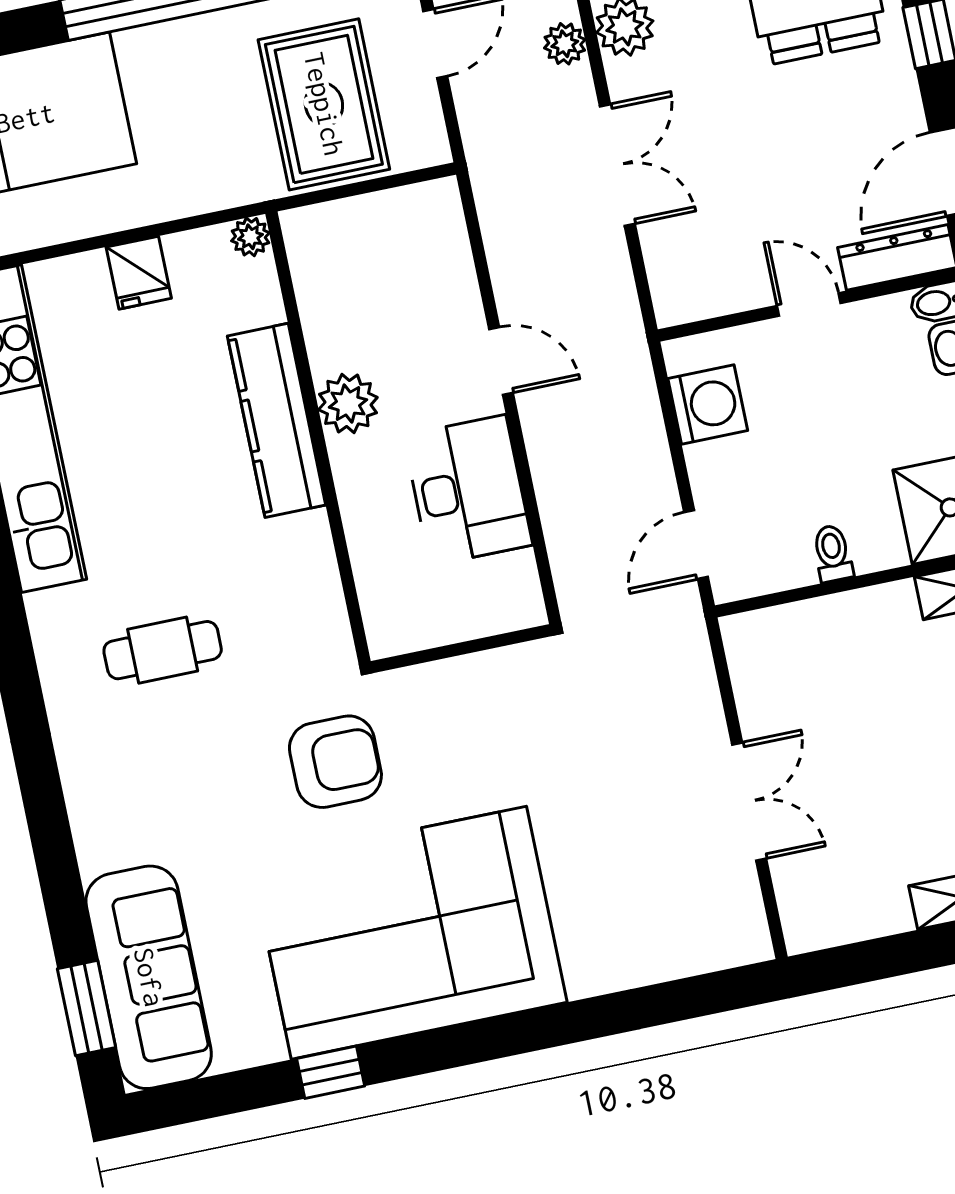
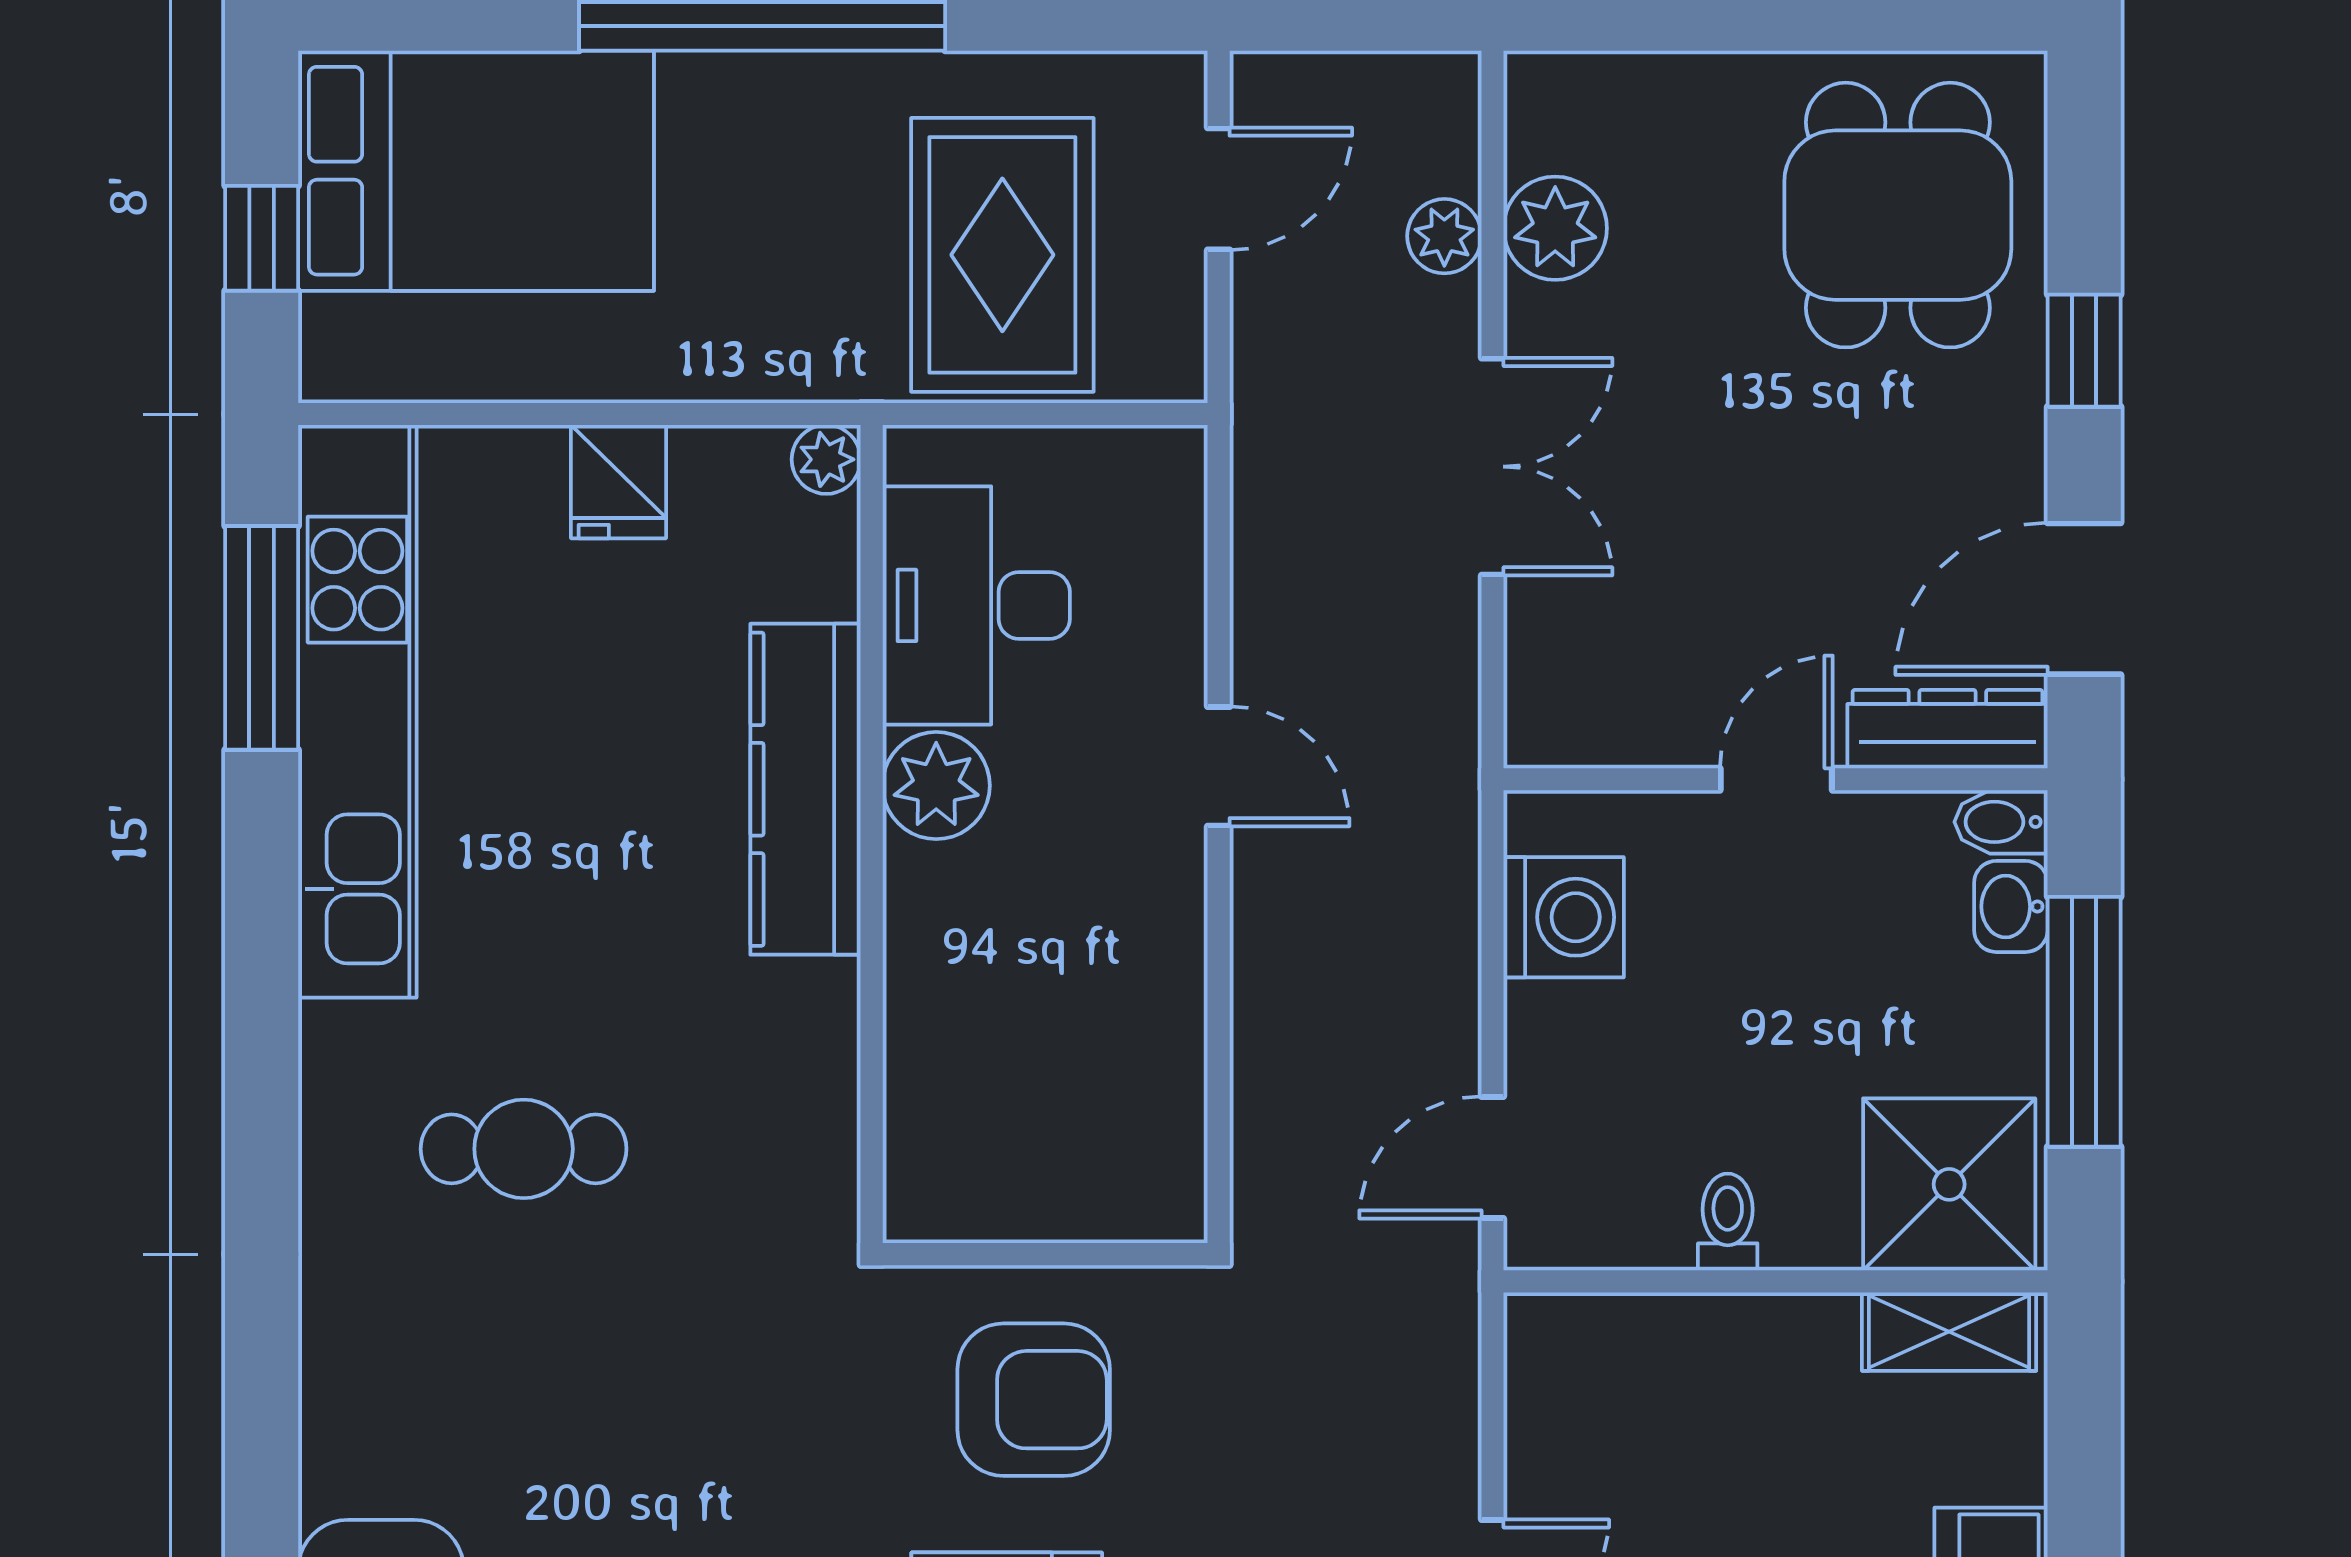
door: (809, 304) -> (1776, 779), hinge flipped
desk: (468, 490) -> (976, 605), moved, turned 180
armchair: (335, 762) -> (1034, 1400), moved

